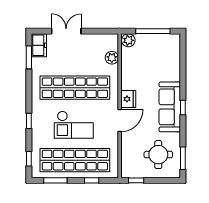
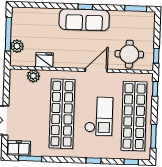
plant: (128, 40) -> (17, 46), moved
fridge: (128, 99) -> (44, 60), moved
door: (120, 121) -> (96, 70), hinge flipped
round table: (158, 155) -> (129, 54), moved
window: (92, 180) -> (155, 89), moved

